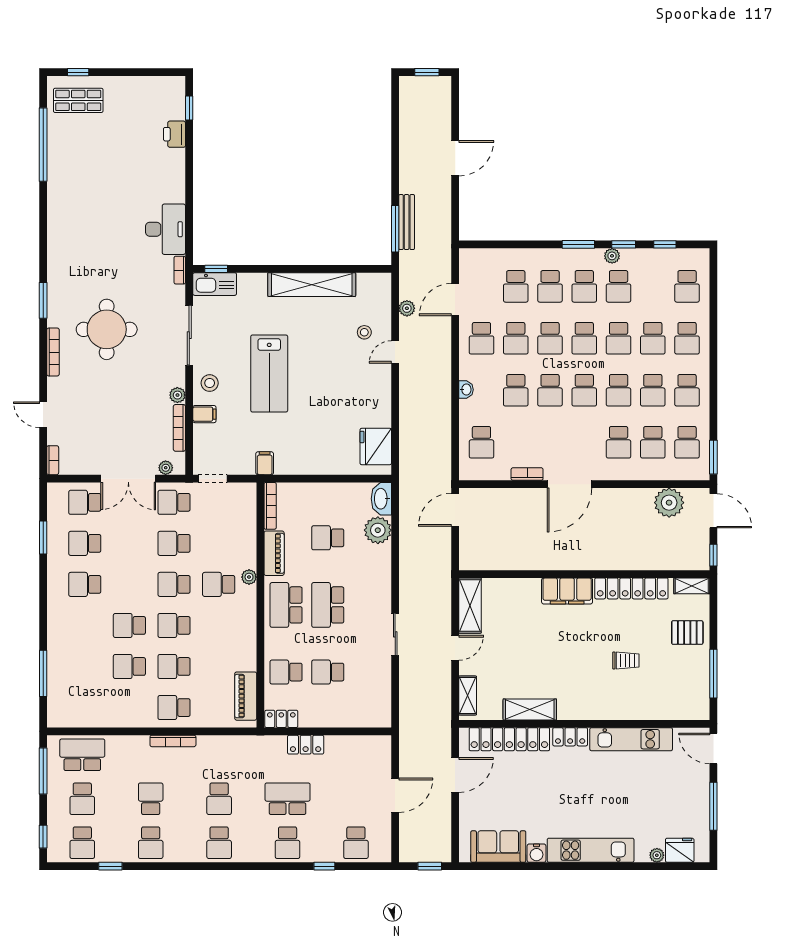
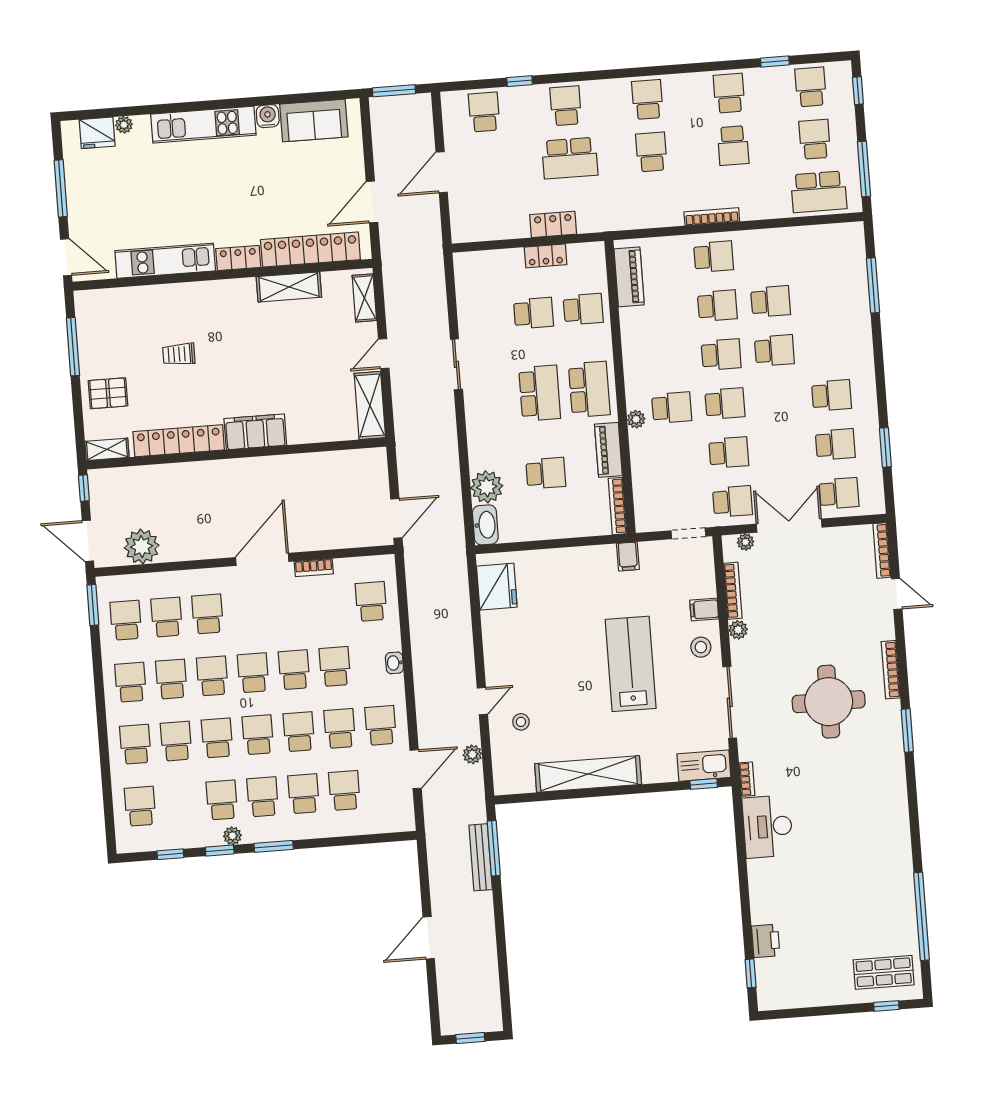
bookcase: (53, 460) -> (882, 550), width x1.56
locker: (281, 719) -> (546, 256), moved
window: (430, 866) -> (394, 91), width x1.50

